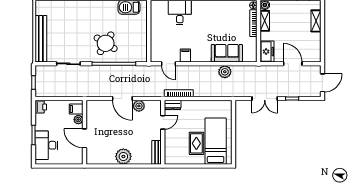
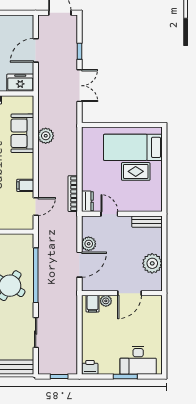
filing cabinet: (76, 109) -> (93, 304), moved
plant: (78, 120) -> (106, 301), moved
wall: (84, 132) -> (122, 293), moved
door: (84, 138) -> (129, 293), moved

